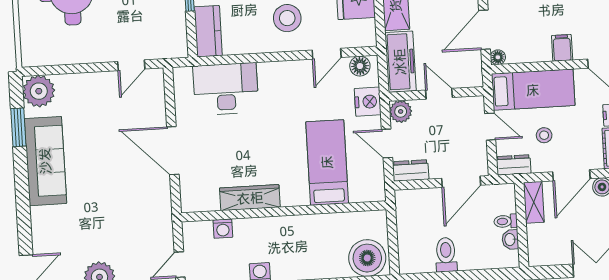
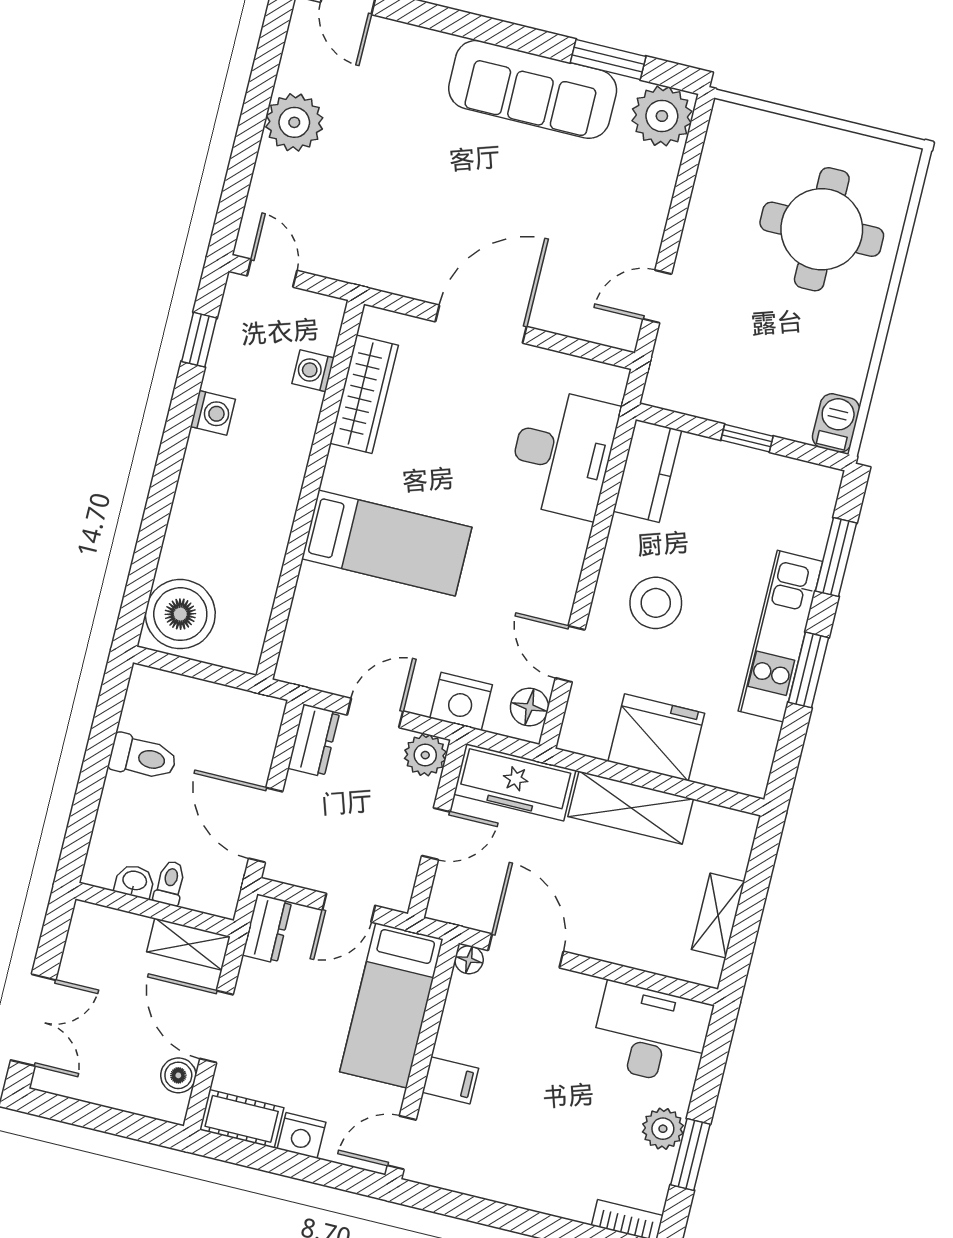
kitchen counter: (208, 31) -> (647, 471), moved, turned -90
door: (131, 65) -> (657, 296), hinge flipped
stool: (544, 135) -> (303, 1000), removed
bed: (327, 162) -> (387, 543), moved
wardrobe: (250, 198) -> (364, 394), moved

